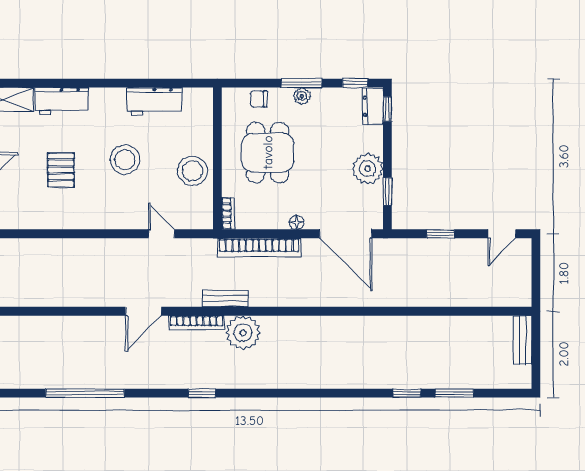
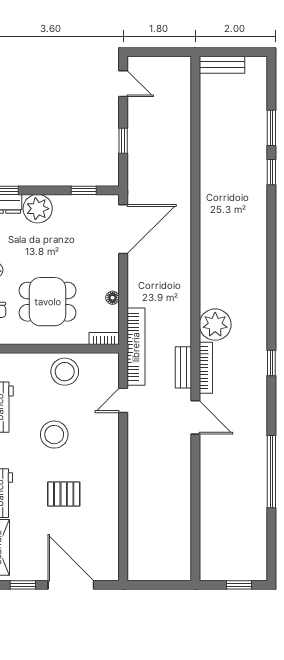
plant: (368, 169) -> (38, 209), moved
floor lamp: (297, 222) -> (113, 298), moved
bookcase: (259, 248) -> (136, 347), moved
bench: (225, 298) -> (183, 367), moved

